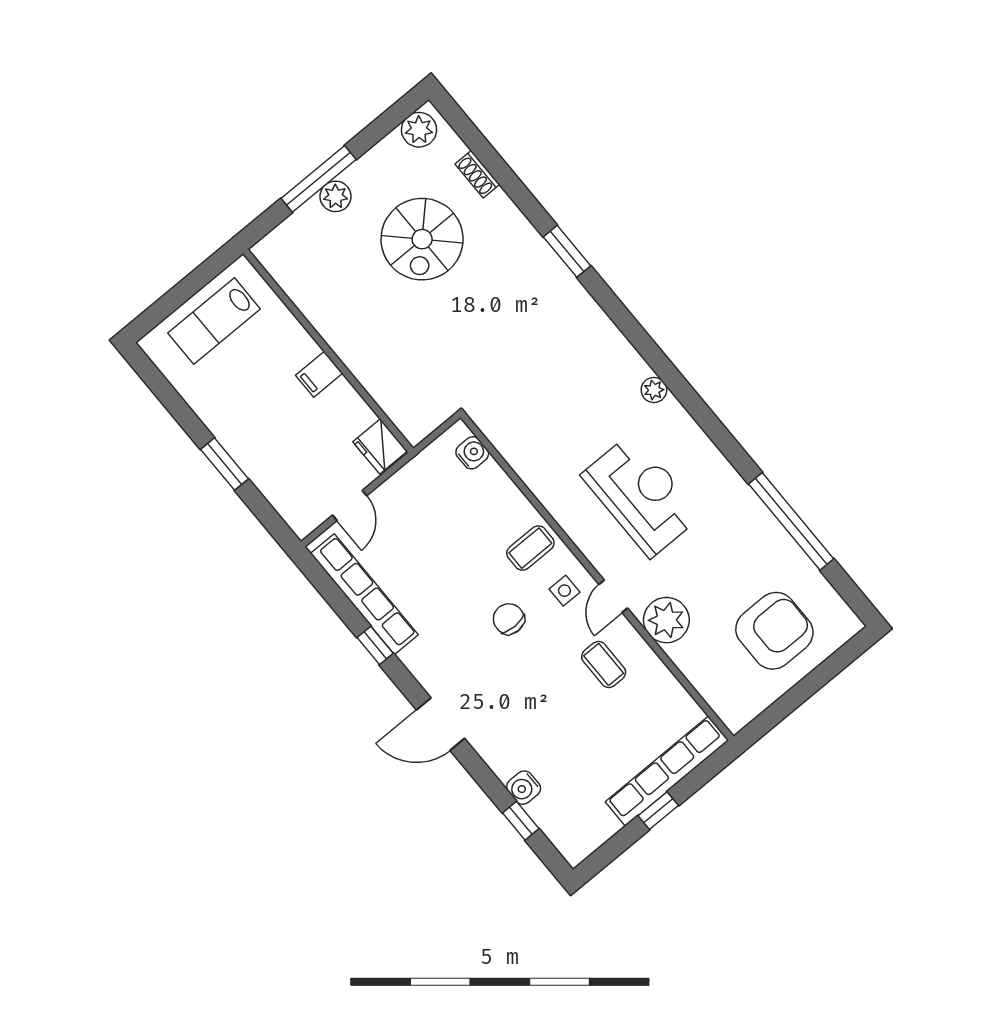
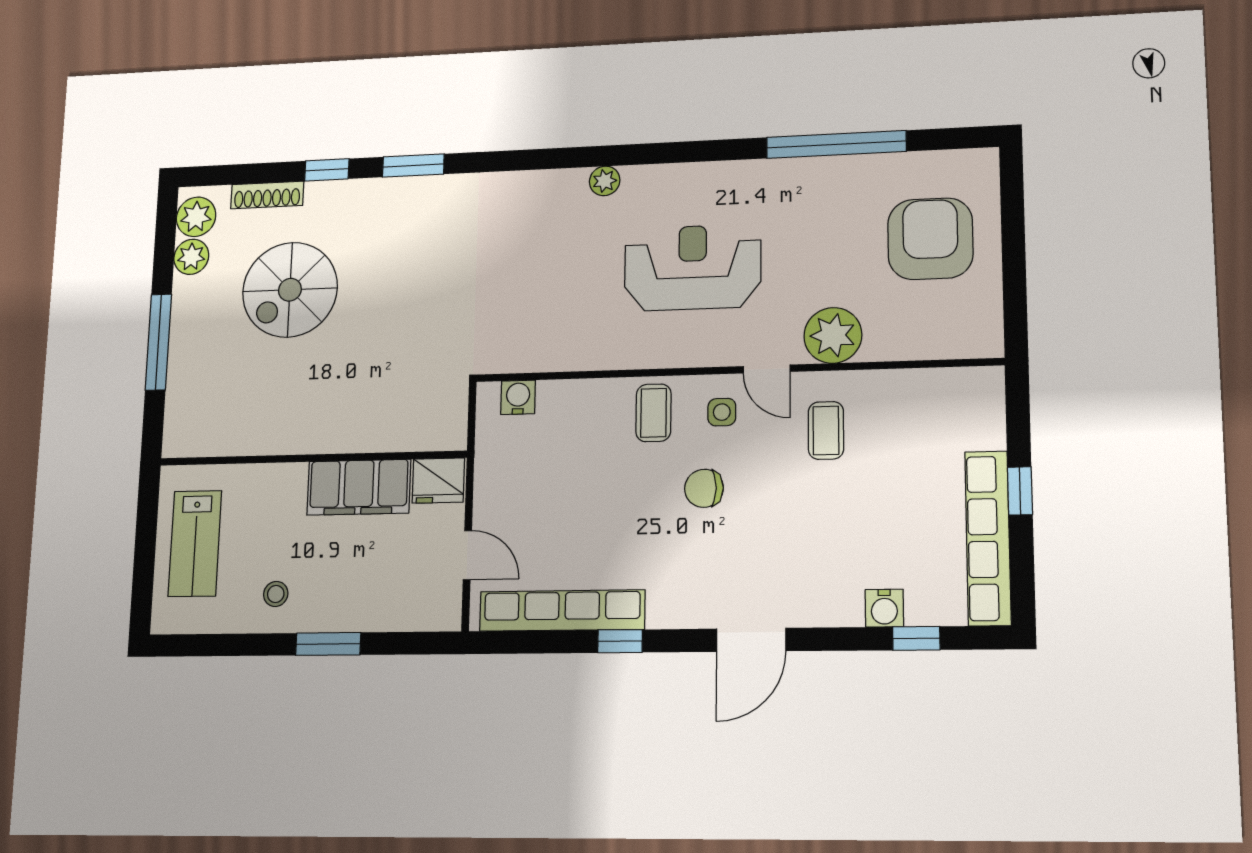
shoe rack: (477, 174) -> (267, 195), width x1.43
window: (519, 194) -> (327, 170), added
plant: (335, 196) -> (191, 257), moved
spiral stairs: (422, 239) -> (290, 290), turned 90
filing cabinet: (319, 374) -> (359, 487), width x3.00, depth x1.17
stool: (227, 403) -> (276, 594), added
coffee table: (604, 665) -> (826, 430), turned 90
row of seats: (667, 771) -> (988, 538), moved

